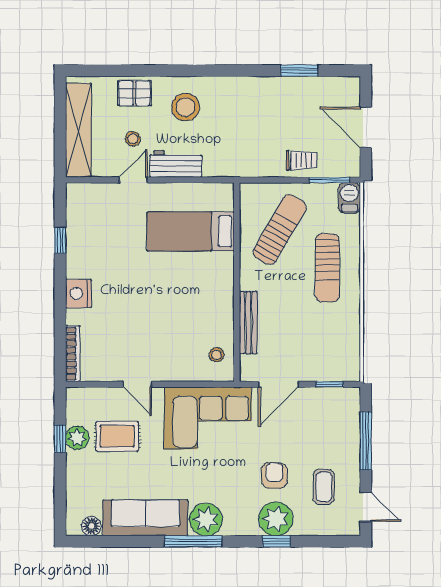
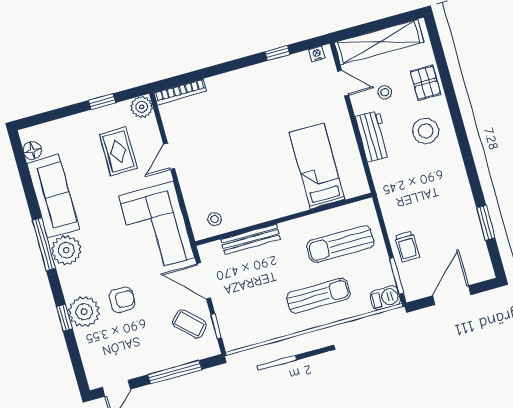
door: (133, 180) -> (343, 83), moved
sun lounger: (280, 230) -> (341, 244), turned 150
sun lounger: (327, 268) -> (318, 296), turned 180
nightstand: (78, 294) -> (317, 54), moved, width x0.53, depth x0.56
plant: (77, 438) -> (142, 107), moved
coffee table: (324, 487) -> (189, 324), moved, turned 44

